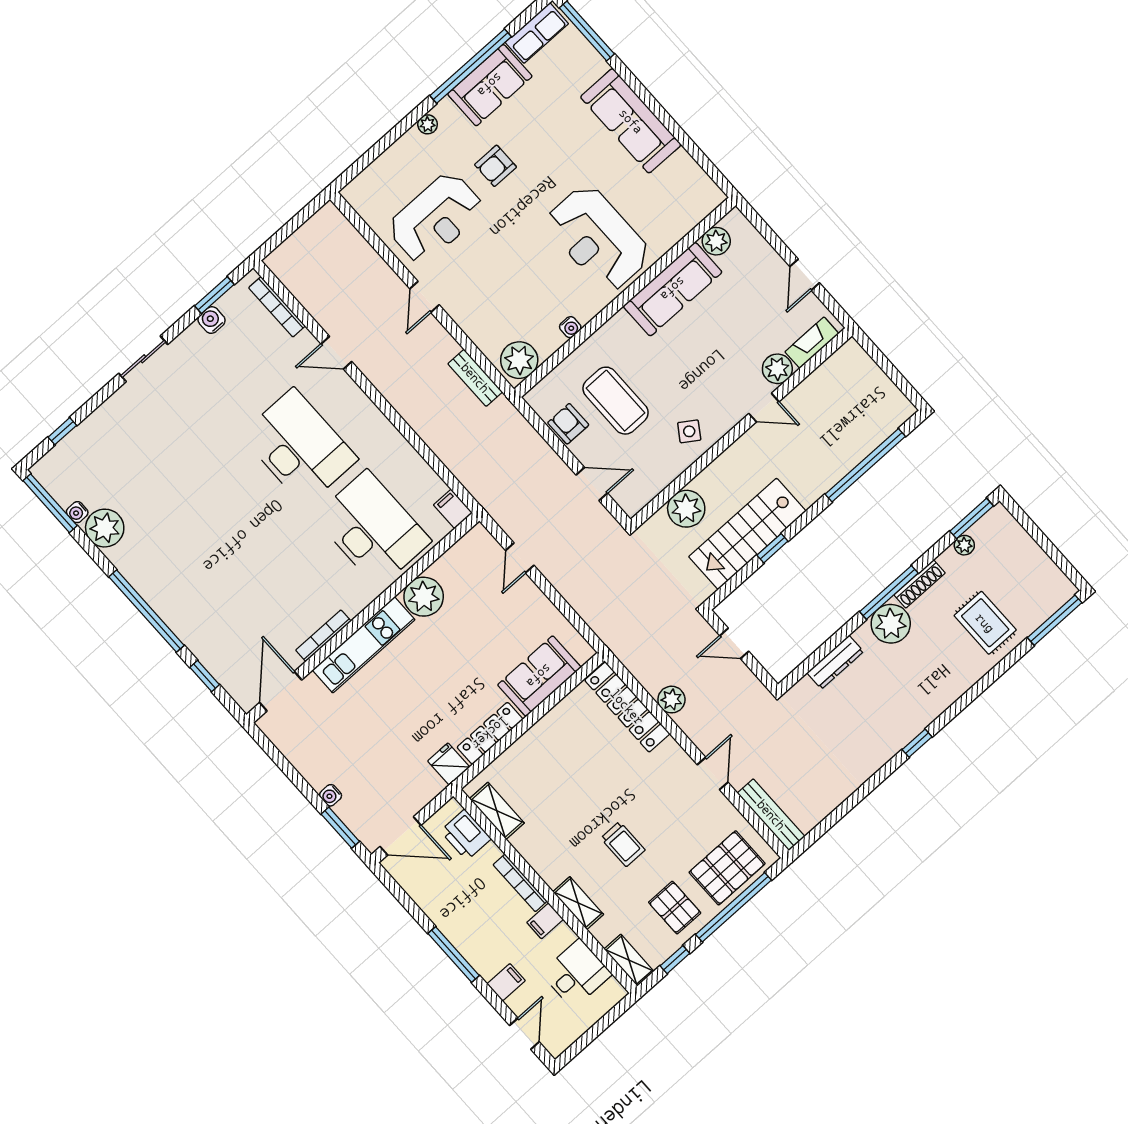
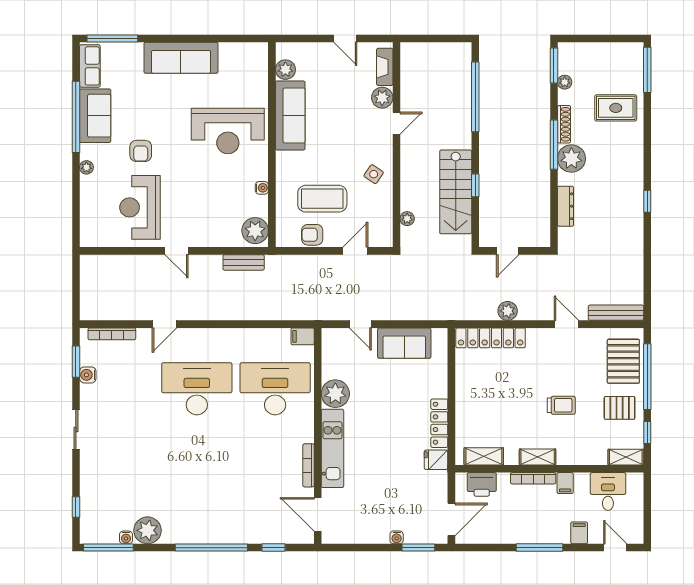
reception desk: (436, 218) -> (140, 207), turned 180
plant: (686, 509) -> (407, 219), width x0.53, depth x0.53
sofa: (539, 676) -> (404, 343), moved, turned -90
shelving: (578, 903) -> (538, 457), moved

